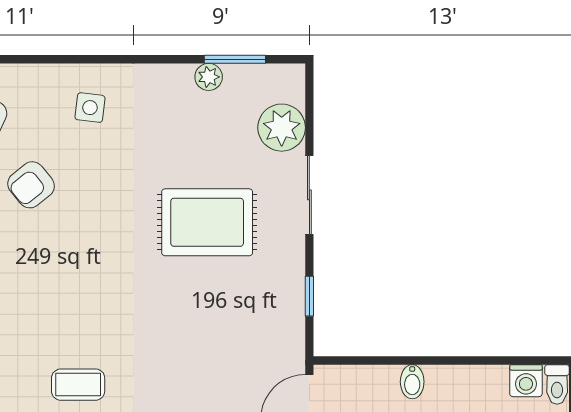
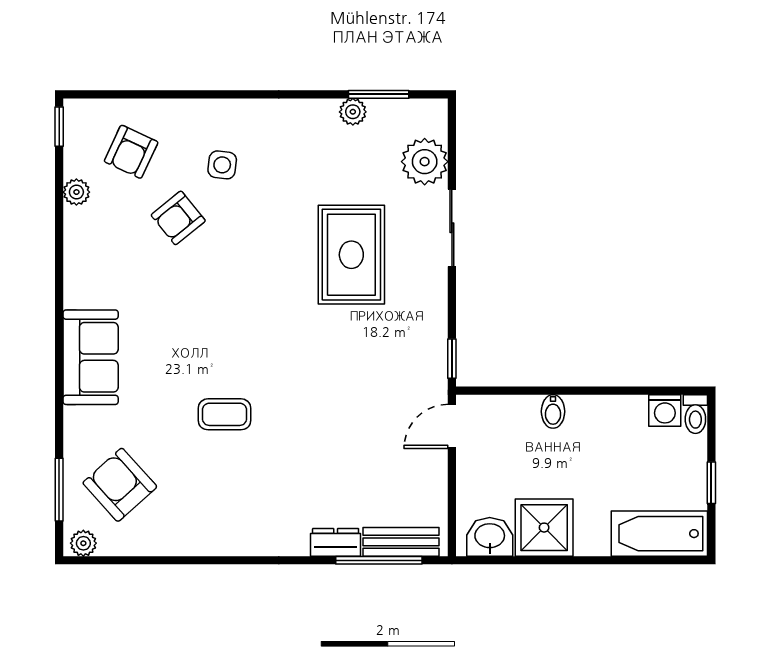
side table: (90, 108) -> (222, 165), moved
rug: (207, 222) -> (351, 255), turned 90
window: (309, 296) -> (452, 359), moved

